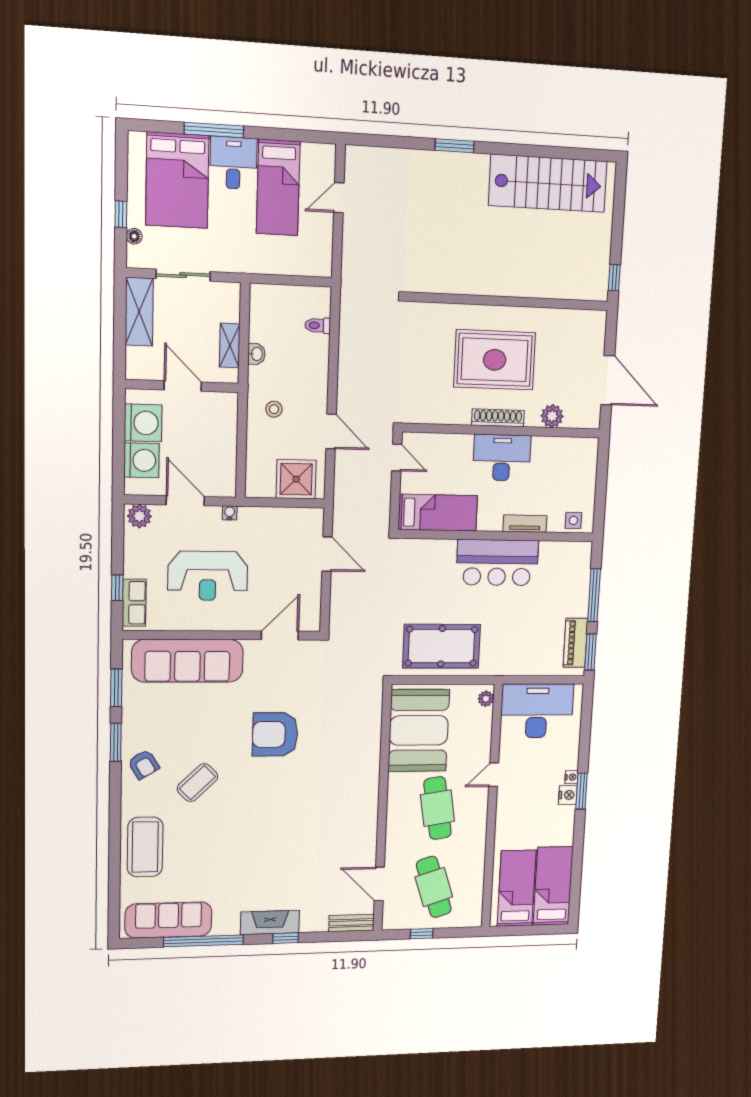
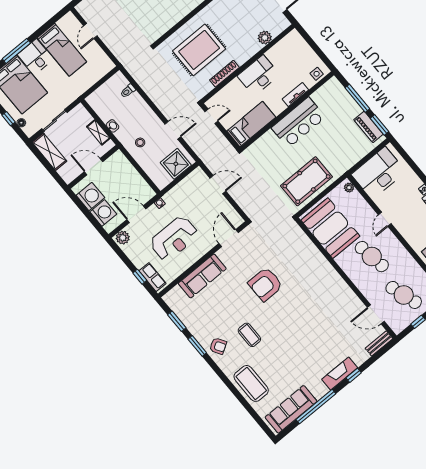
rug: (495, 360) -> (199, 50), moved
shoe rack: (498, 418) -> (224, 74), moved
sofa: (187, 661) -> (202, 276), width x0.74, depth x0.79
coffee table: (197, 783) -> (249, 335), turned -46

